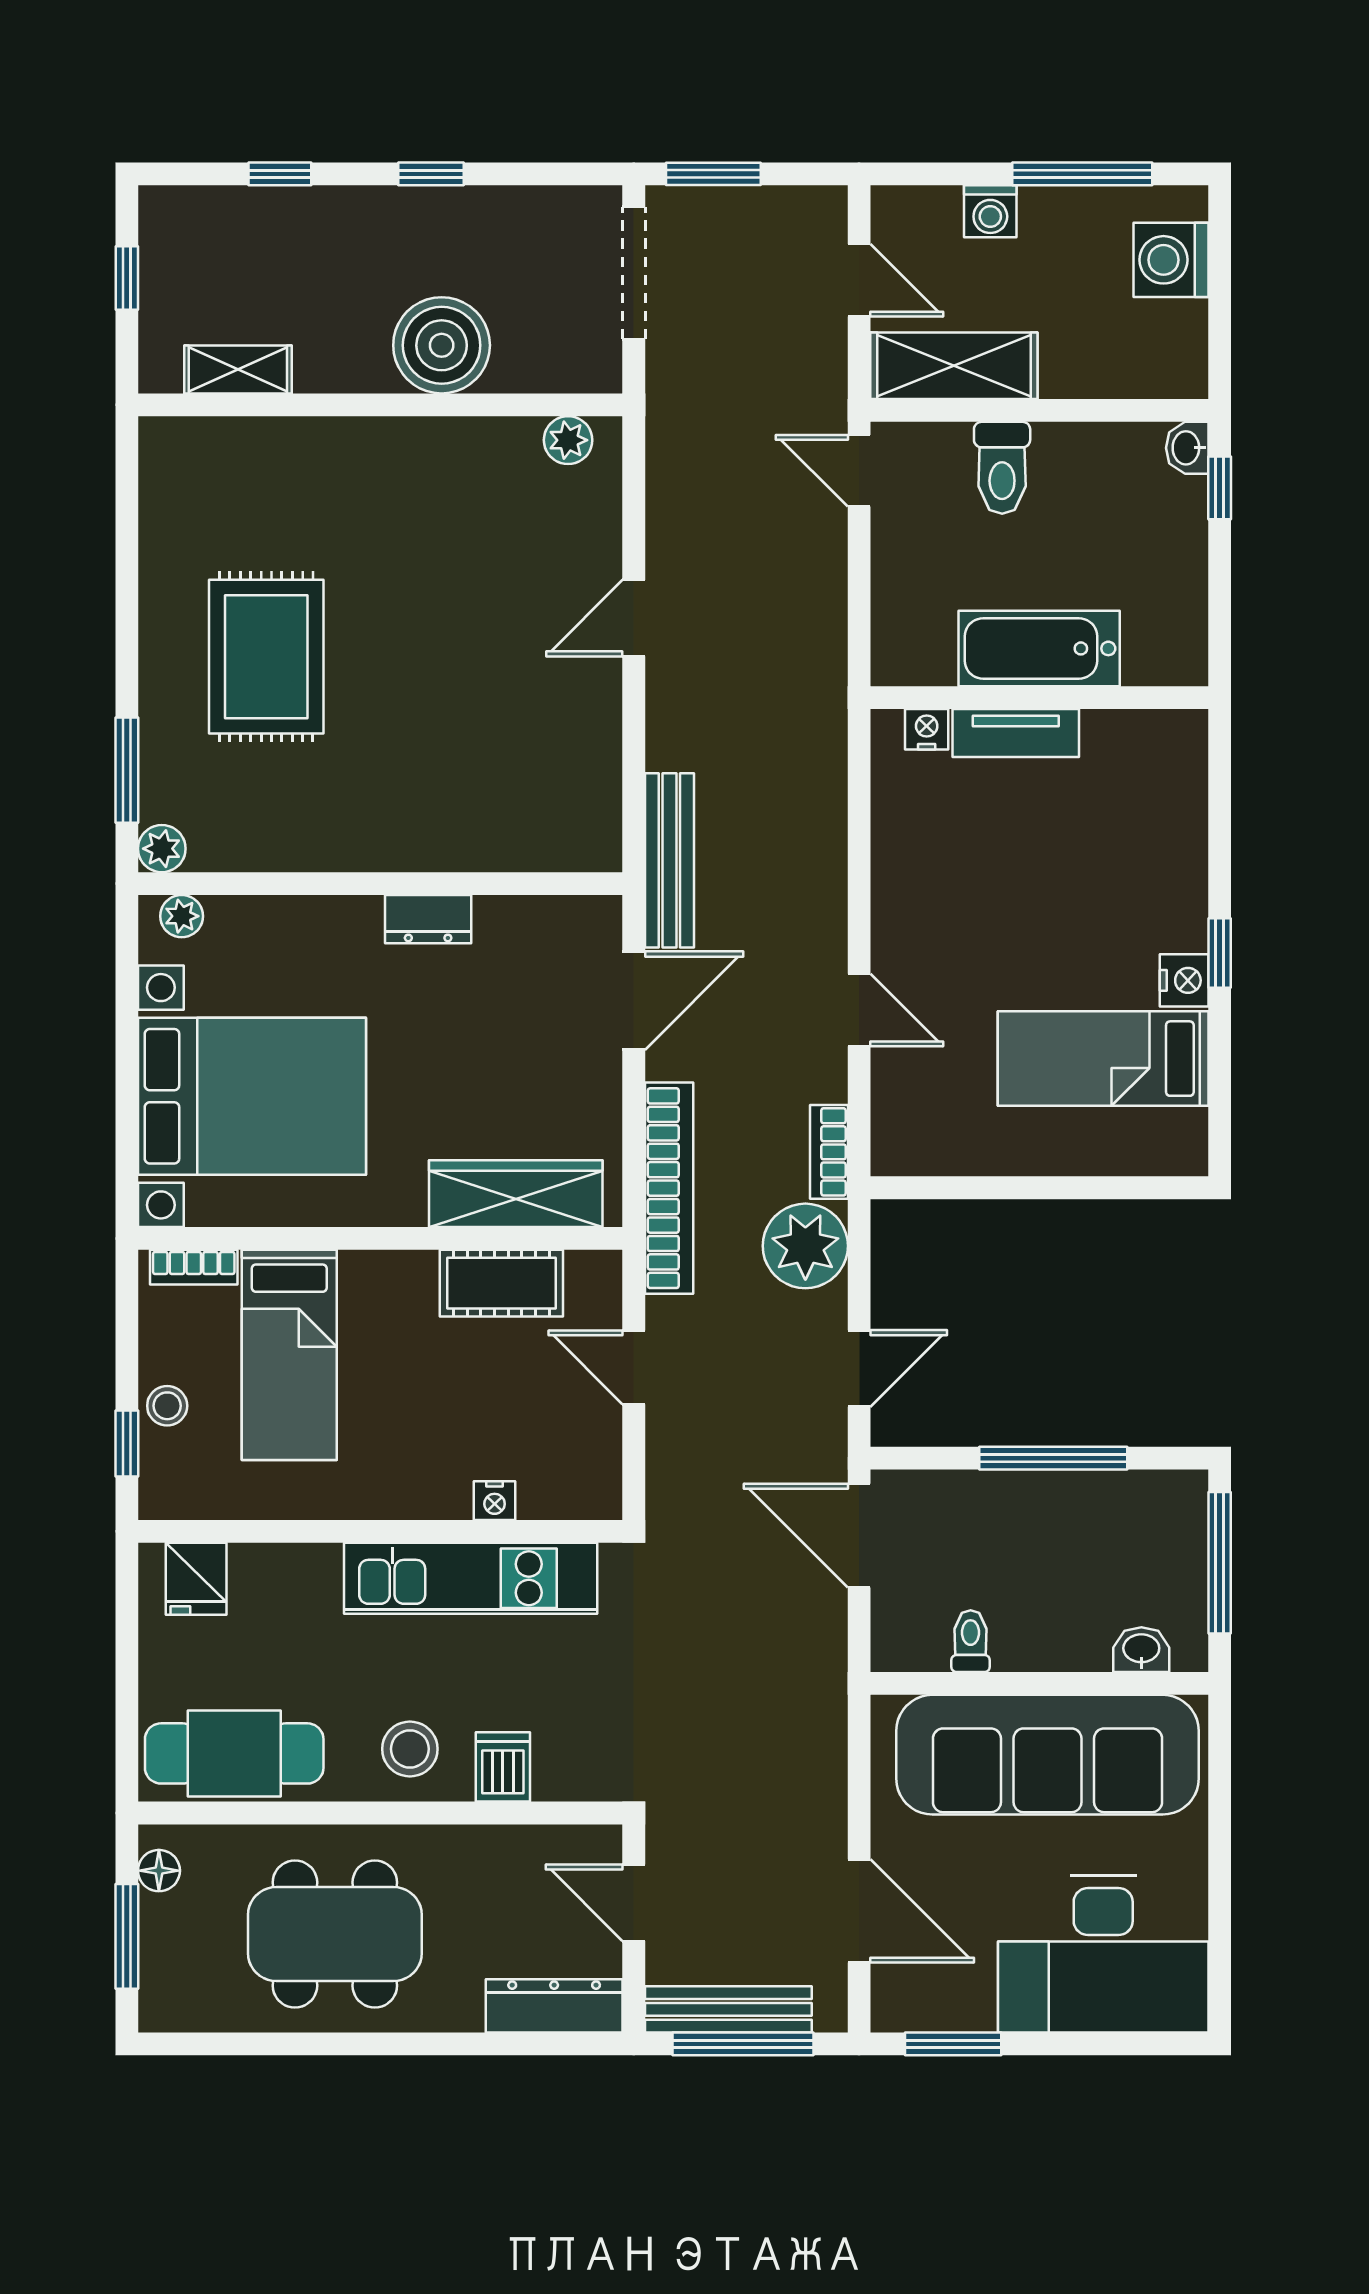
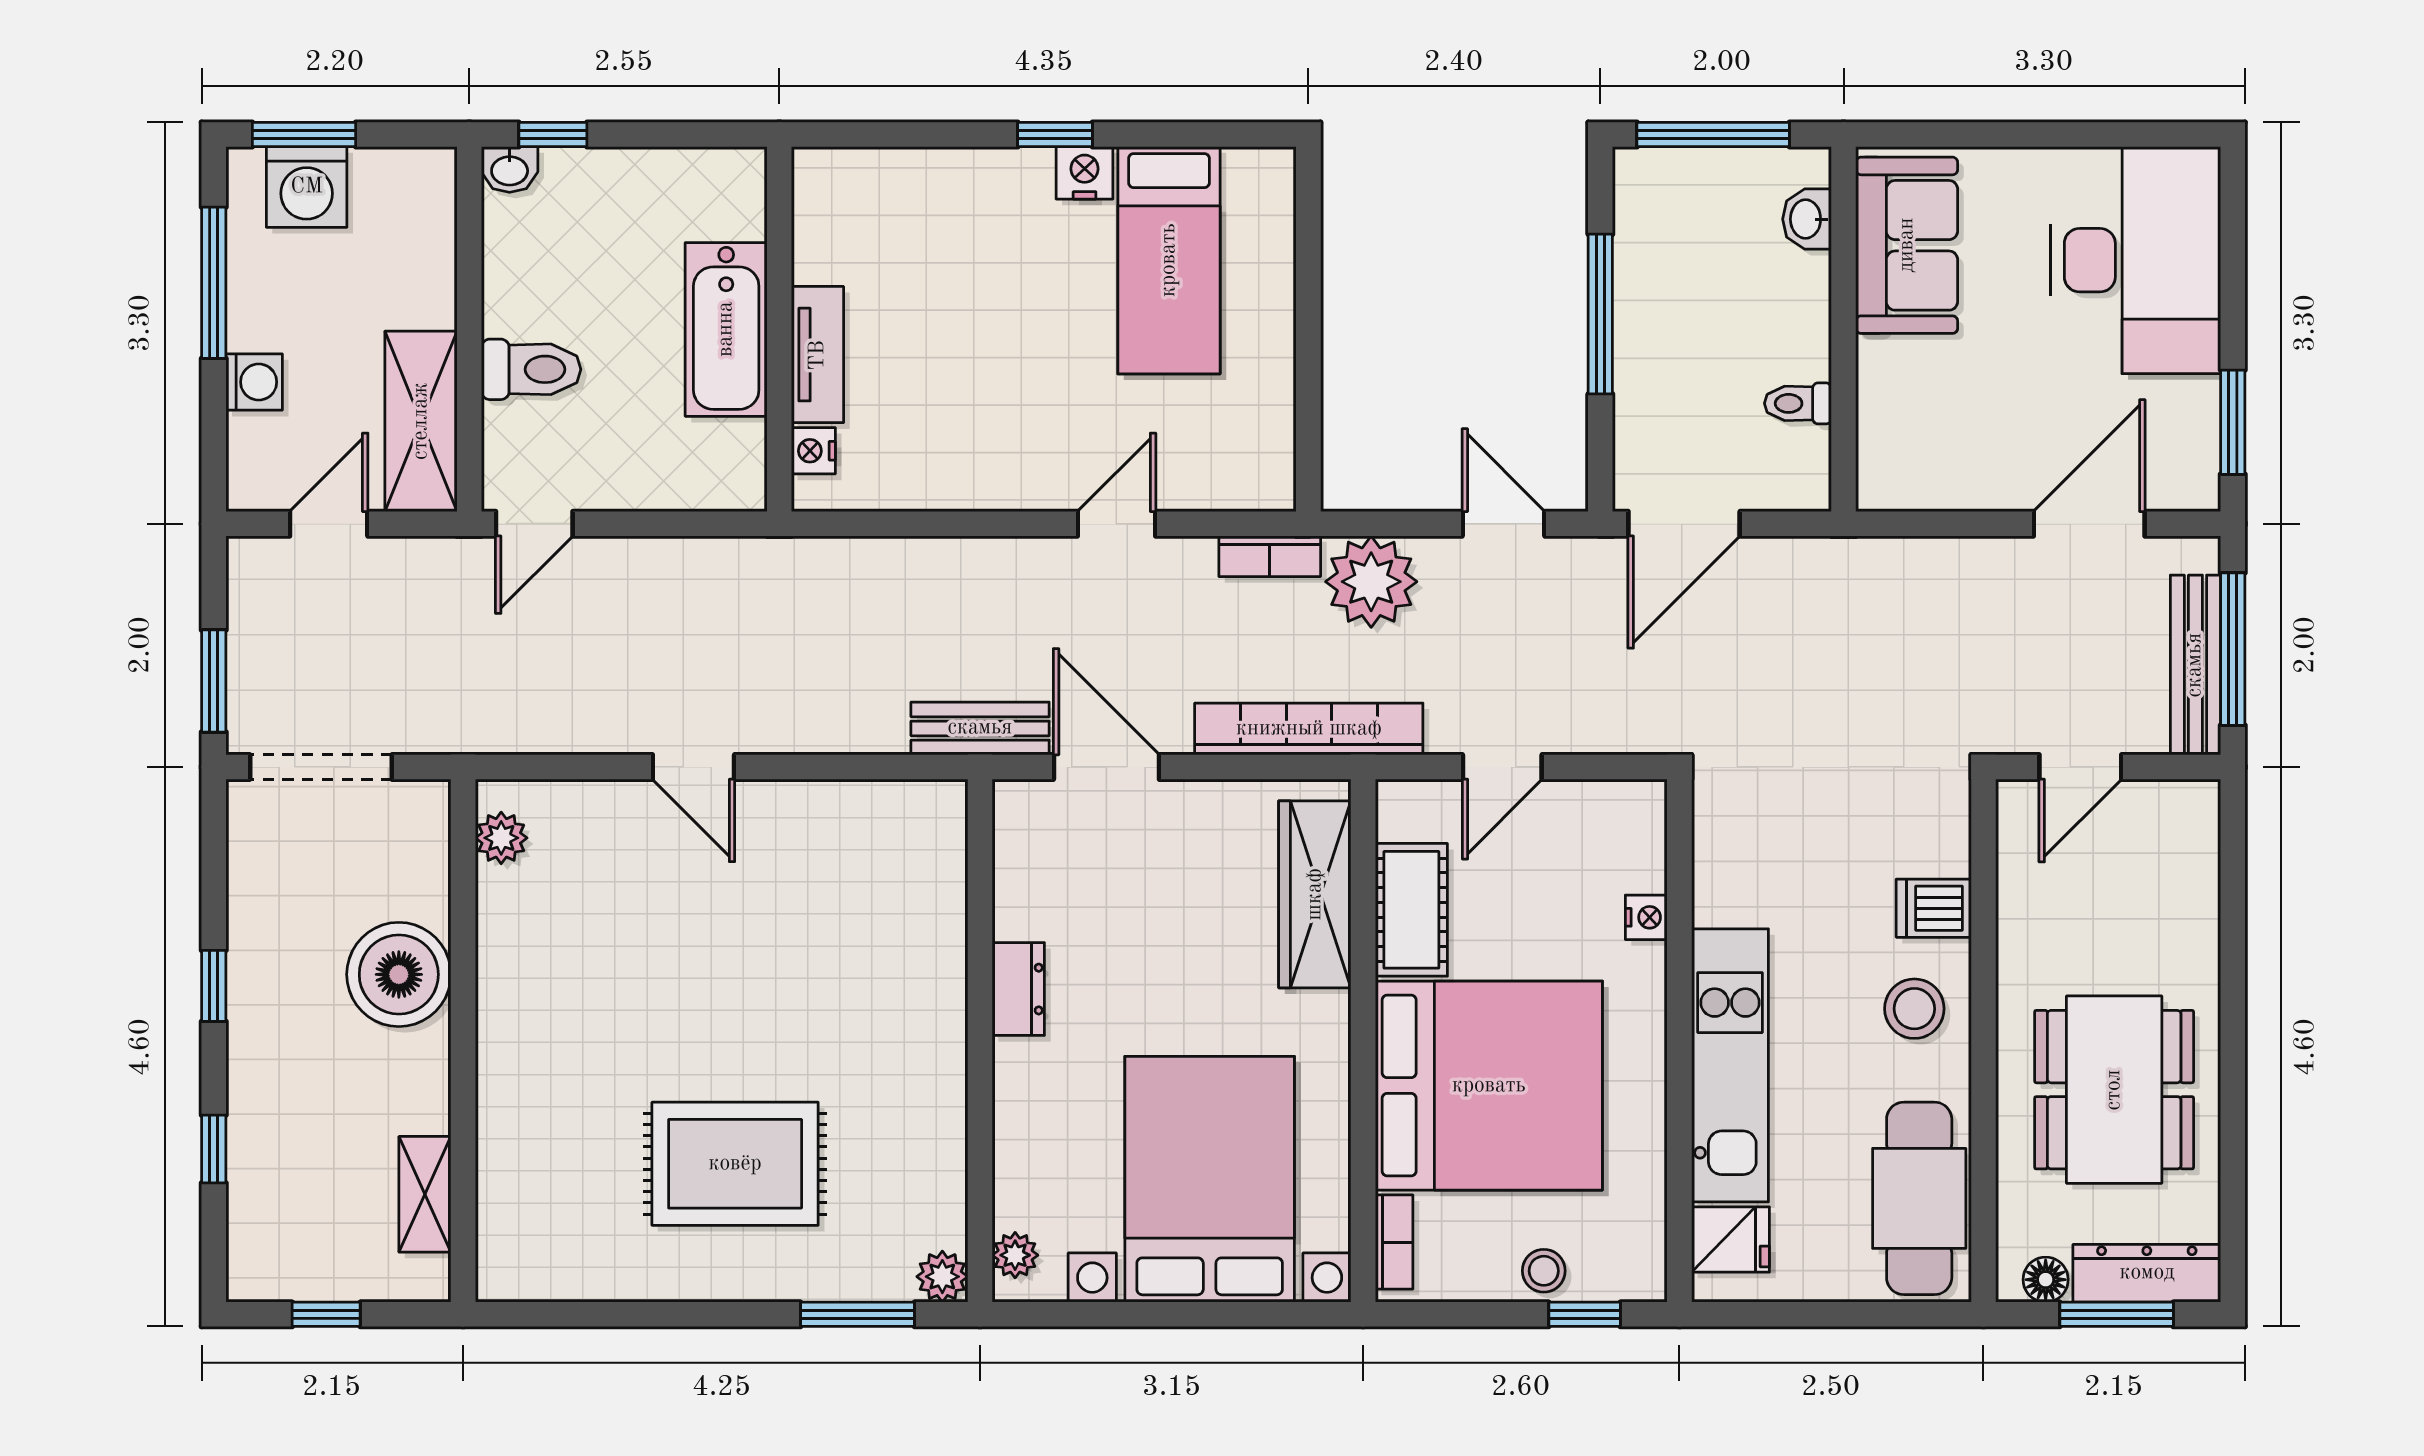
window: (1220, 257) -> (304, 135), added
bench: (669, 860) -> (980, 728), width x0.73
bed: (289, 1355) -> (1489, 1086), width x2.04
kitchen unit: (471, 1578) -> (1730, 1065), moved
sofa: (1048, 1755) -> (1907, 245), width x0.54, depth x0.79
dresser: (554, 2006) -> (2147, 1273), moved, turned 90

